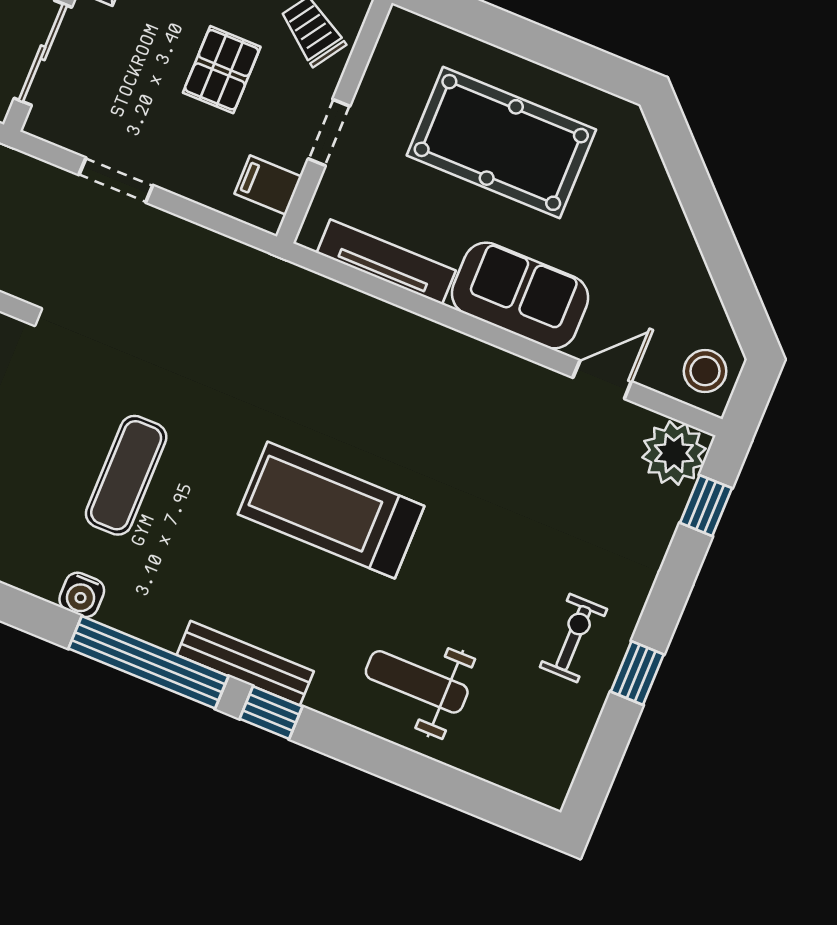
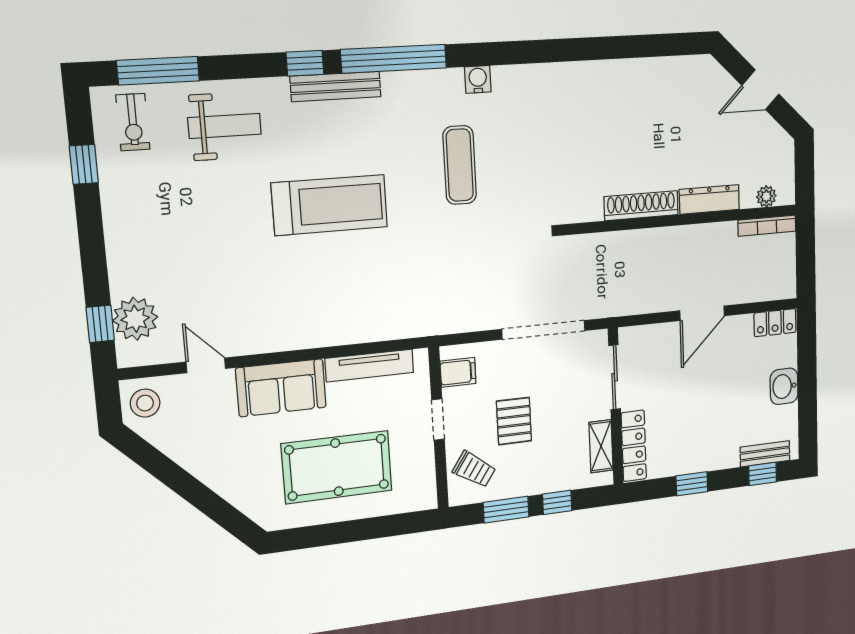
doorway: (116, 180) -> (544, 330), width x1.87
door: (602, 380) -> (206, 365), swing flipped
plant: (674, 453) -> (135, 319), moved
water cooler: (82, 595) -> (478, 79), moved
exercise bike: (573, 638) -> (133, 122), moved
window: (637, 673) -> (84, 164), moved
window: (465, 792) -> (158, 71), added

